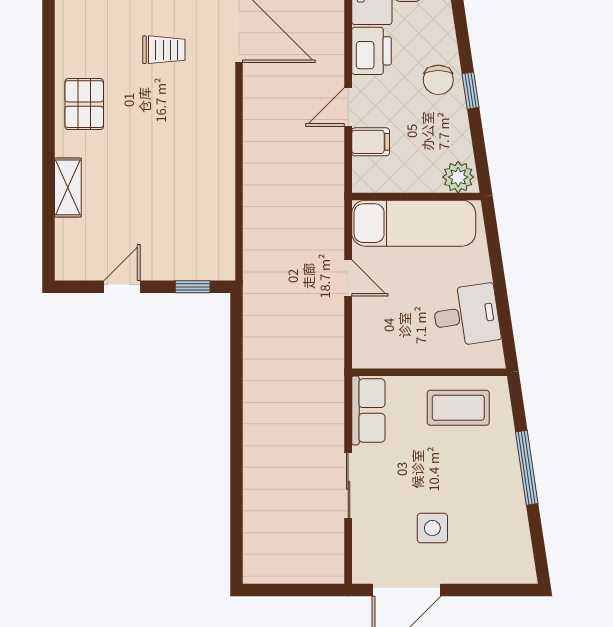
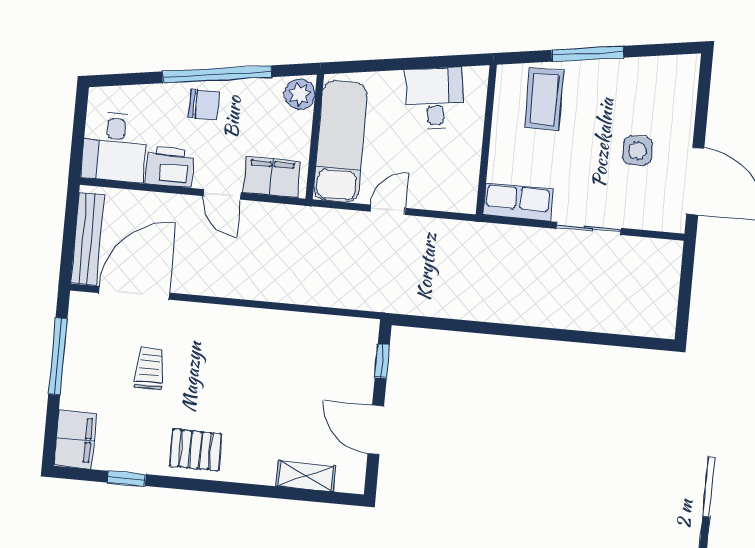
window: (49, 36) -> (127, 478), added
window: (471, 91) -> (217, 74), width x3.17
filing cabinet: (371, 142) -> (271, 177), width x2.00
shelving: (68, 187) -> (306, 476), moved
door: (122, 287) -> (376, 430), width x1.37
coffee table: (458, 408) -> (544, 99), moved

